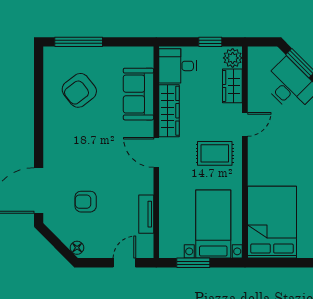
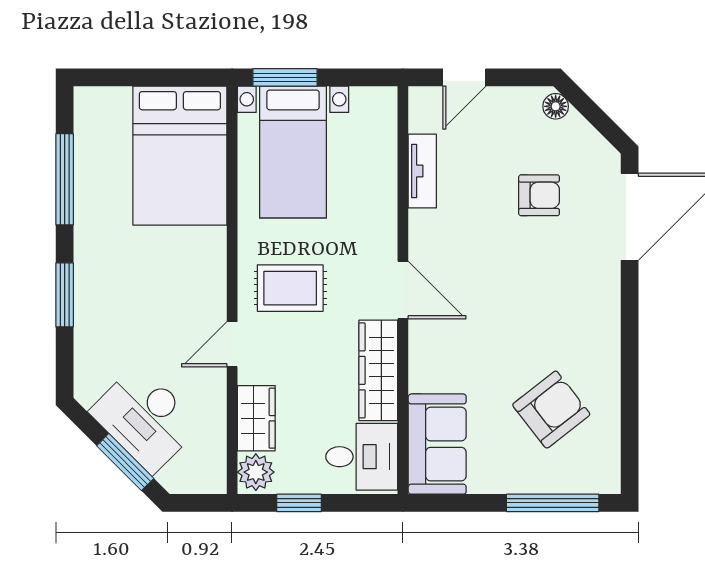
sofa: (138, 94) -> (437, 444), moved
window: (193, 263) -> (285, 77), moved

